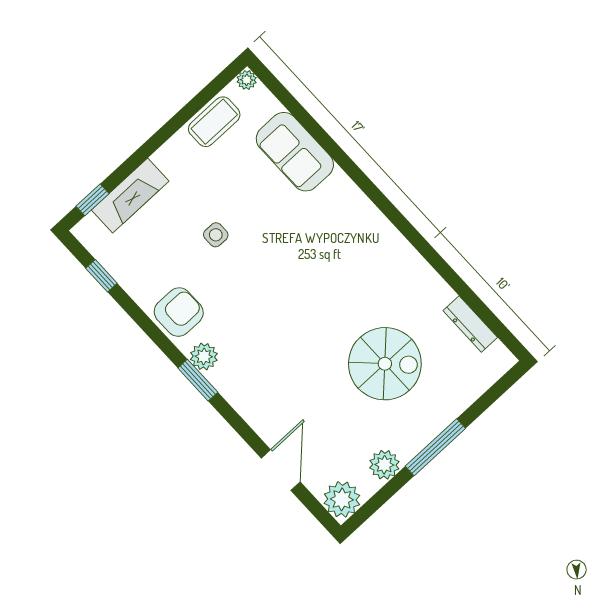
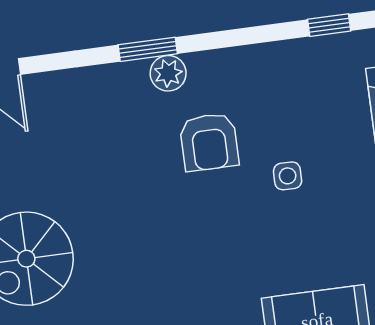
armchair: (179, 312) -> (209, 142), moved

